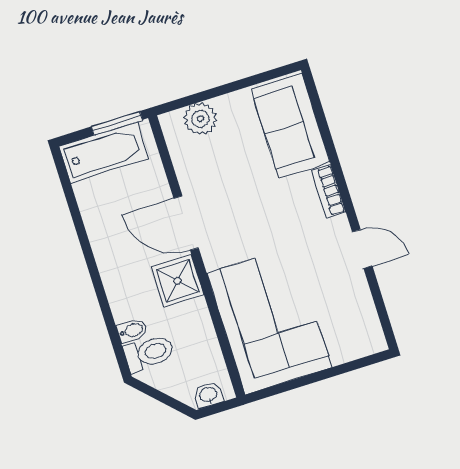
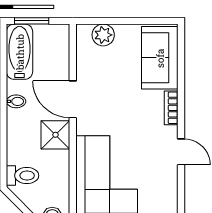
window: (117, 123) -> (32, 21), moved
bathtub: (104, 152) -> (20, 52), moved, turned -90
bidet: (132, 331) -> (16, 101), moved

